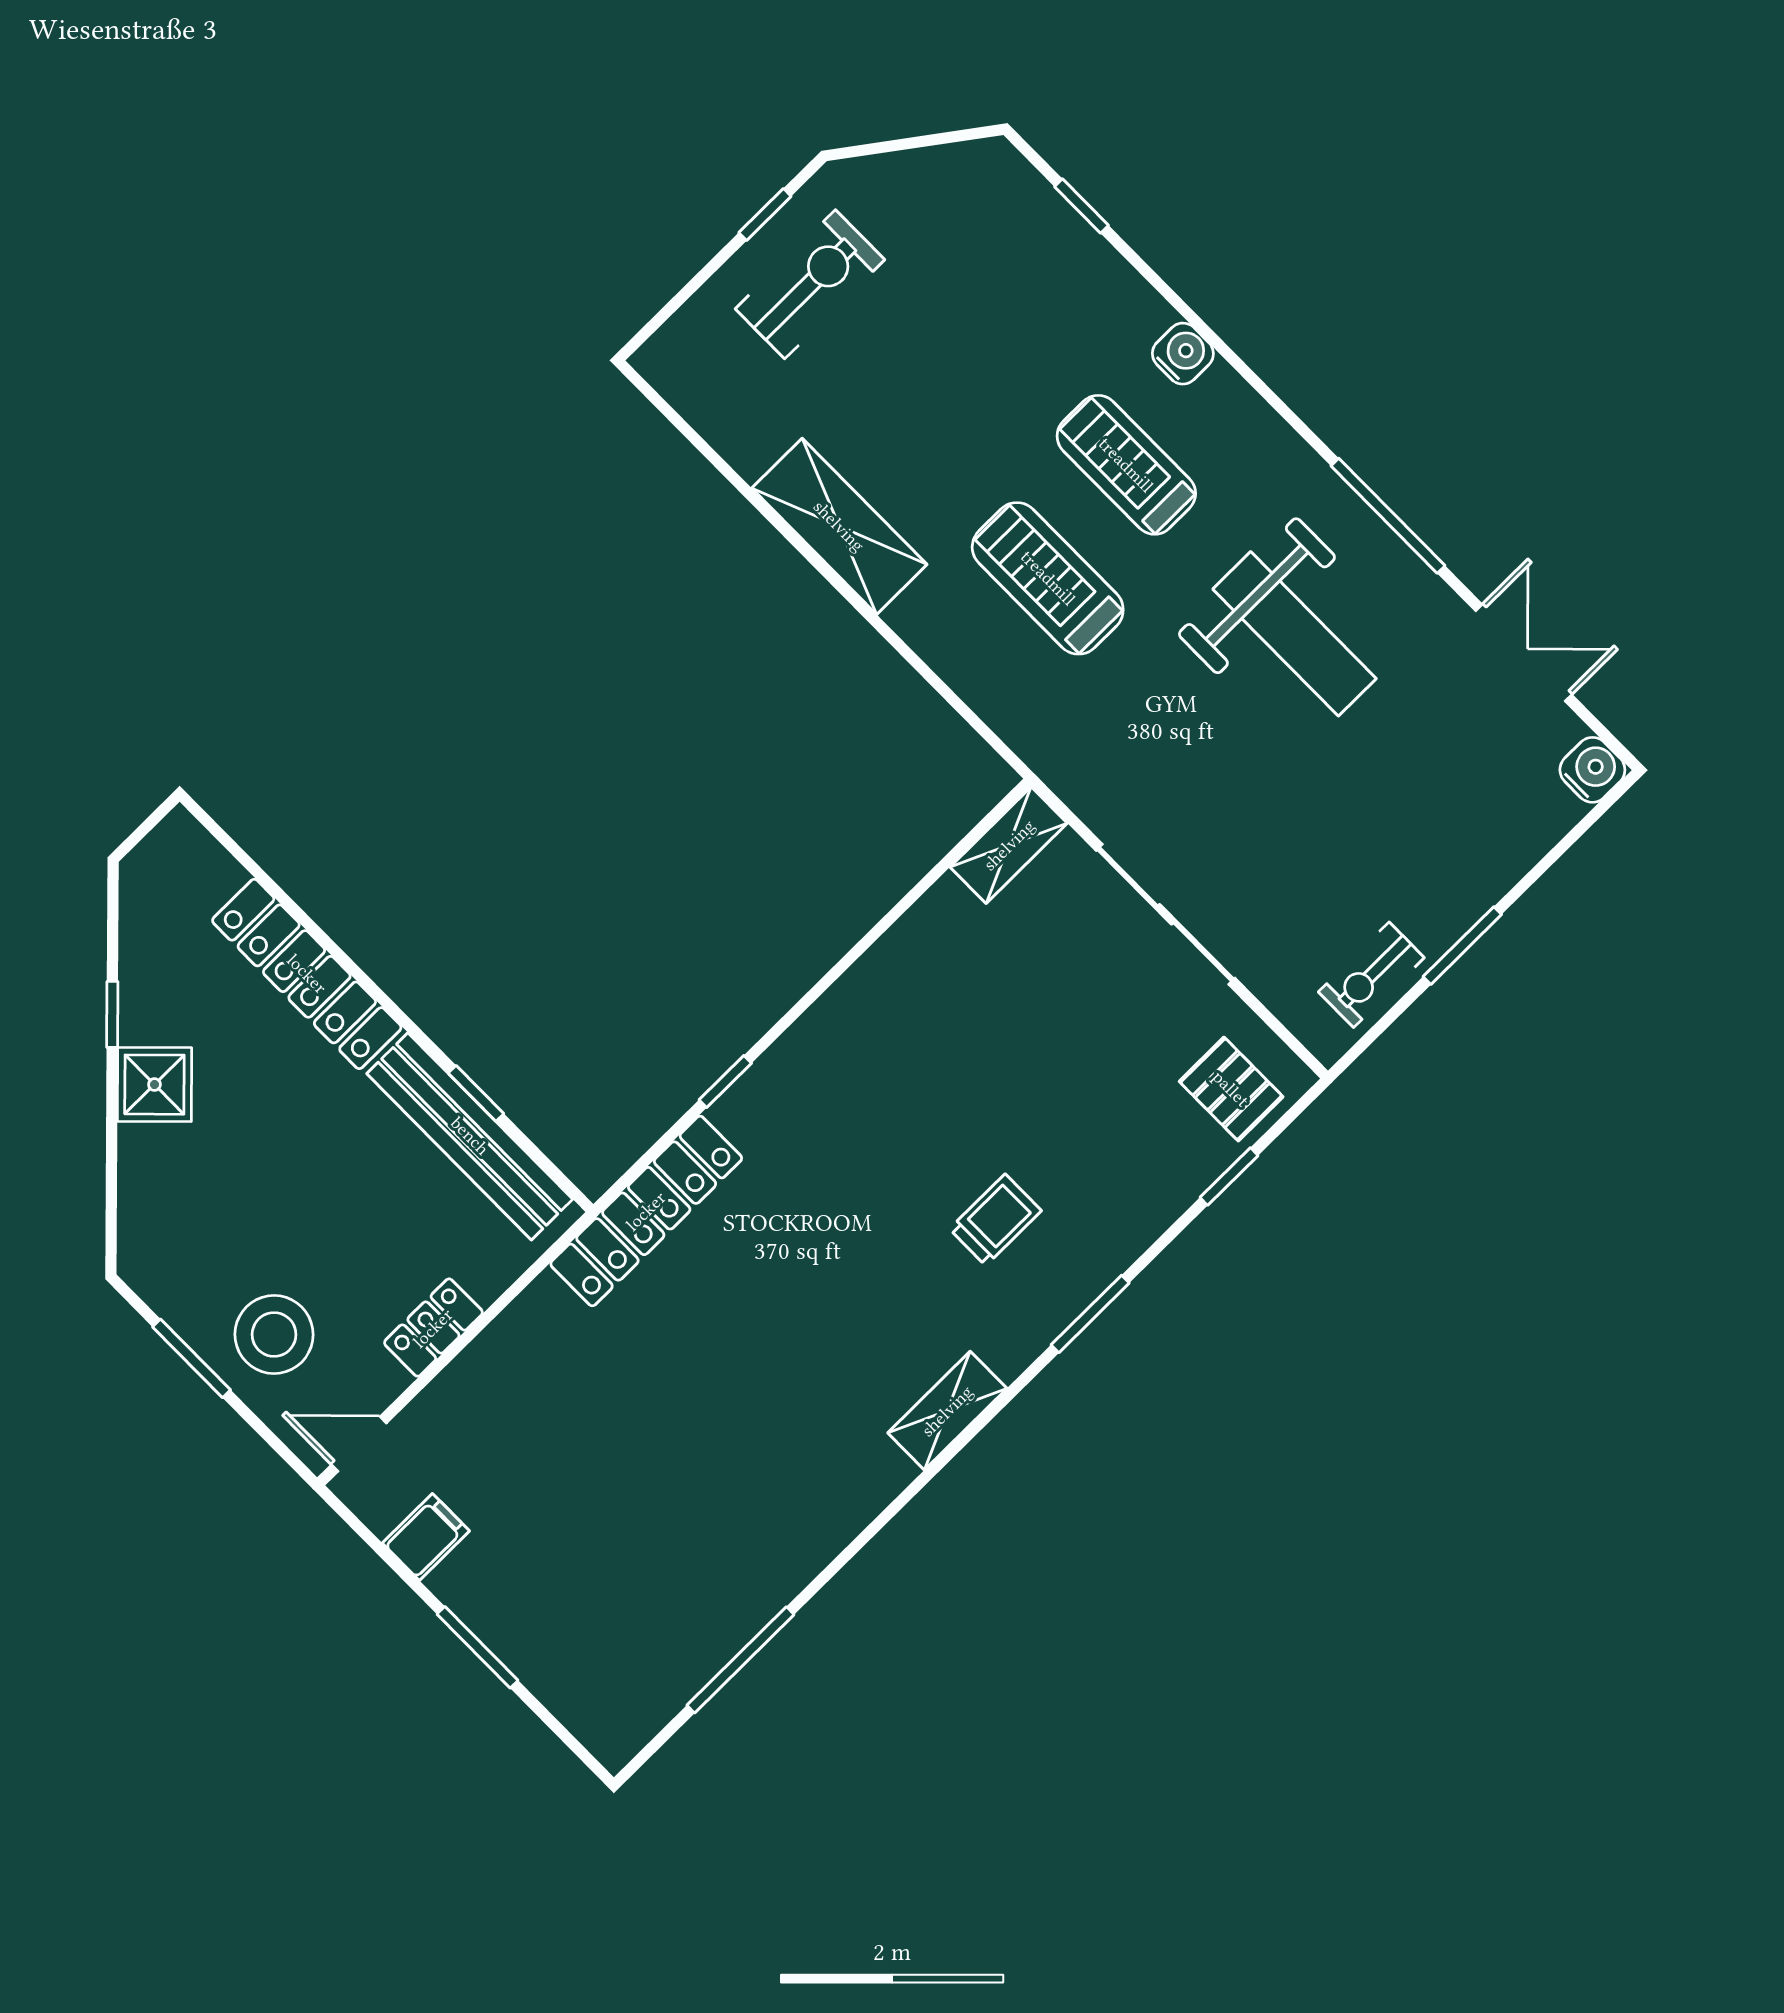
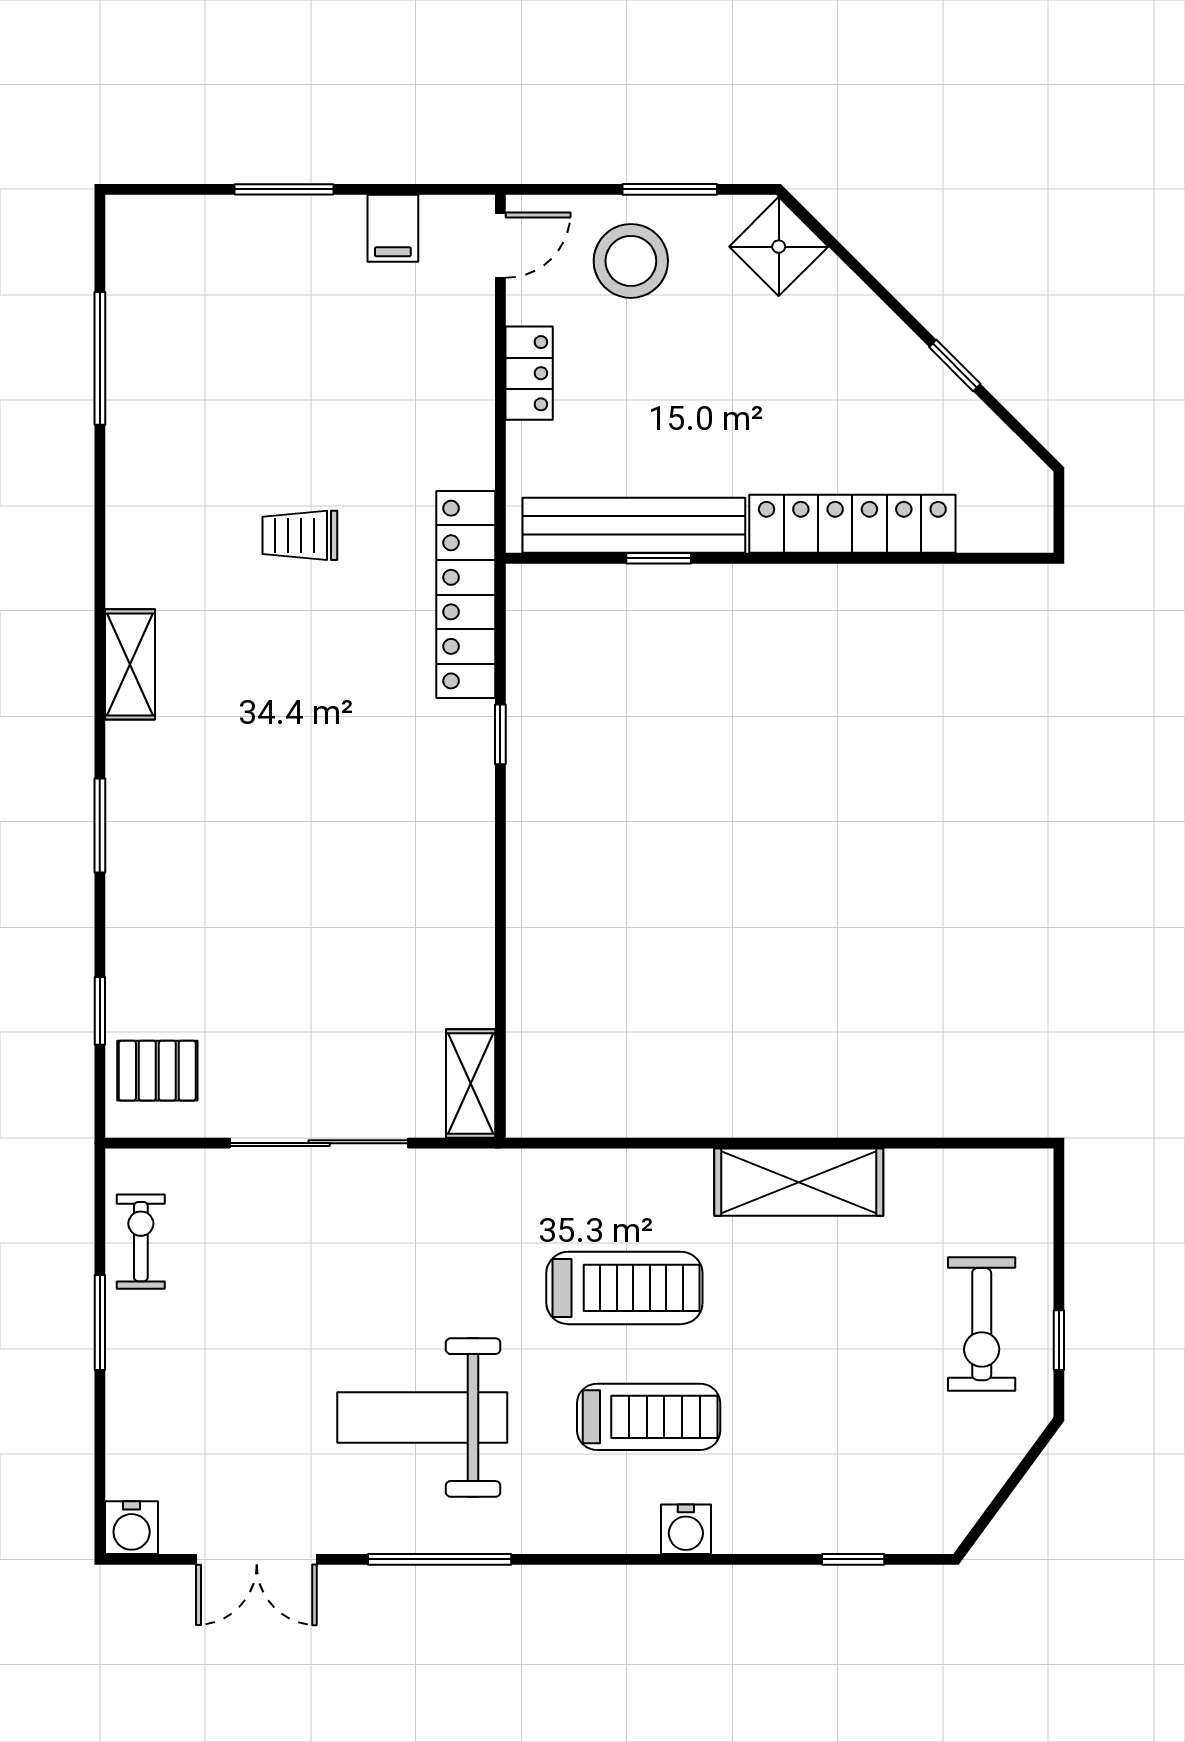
shower: (154, 1085) -> (779, 247), moved
trolley: (995, 1220) -> (300, 535), moved, turned 90

